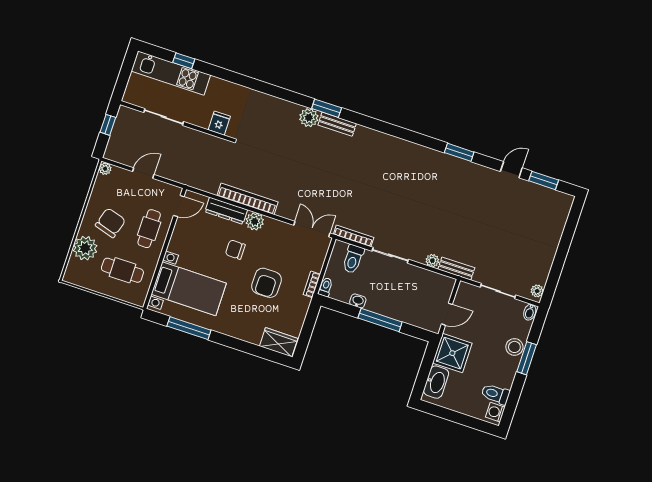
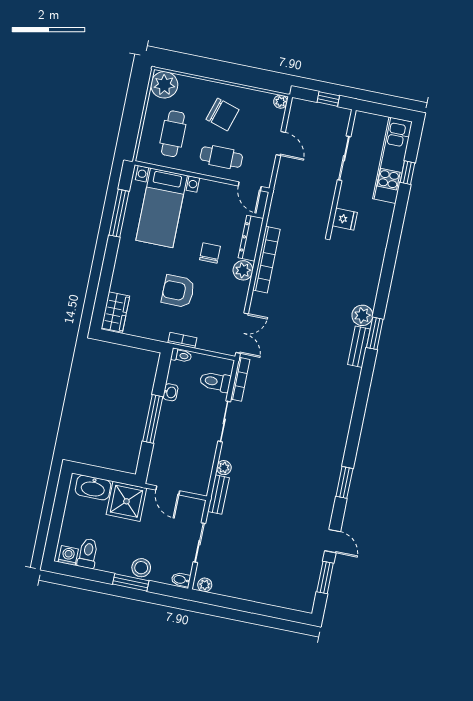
plant: (85, 248) -> (164, 85), moved

